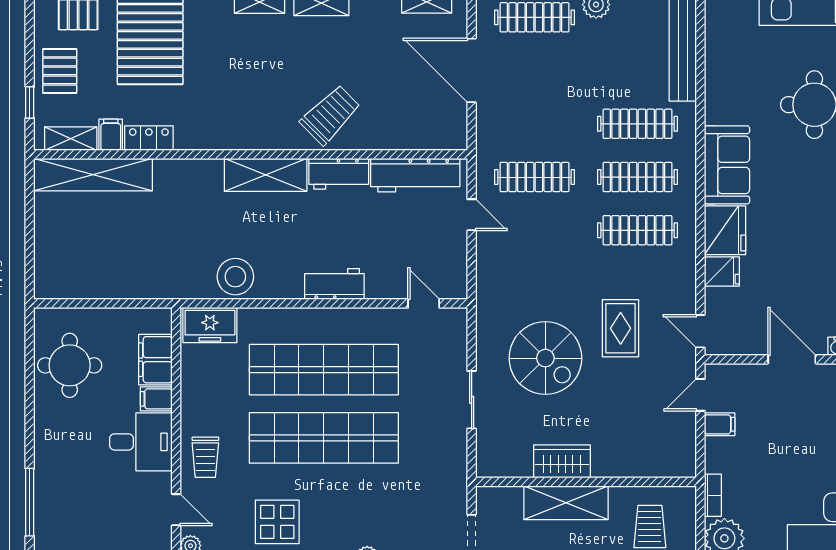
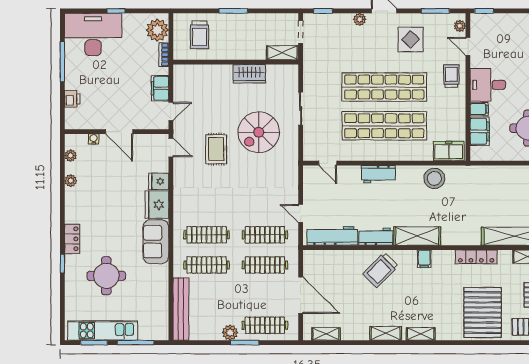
filing cabinet: (111, 135) -> (424, 259), moved
locker: (149, 138) -> (476, 257), width x1.53
clothes rail: (638, 230) -> (265, 265), moved
spiral stairs: (545, 358) -> (259, 132), turned -90
filing cabinet: (720, 424) -> (160, 88), width x2.00
shelving: (566, 503) -> (282, 53), moved, width x0.67, depth x0.75

